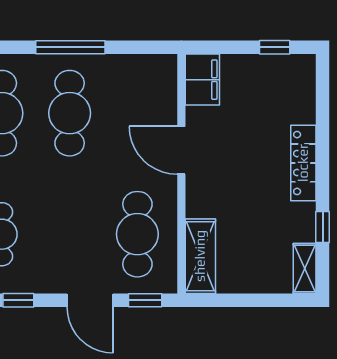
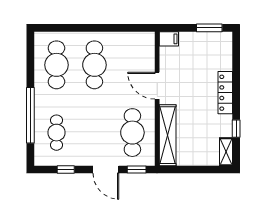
window: (70, 47) -> (95, 28), removed
window: (275, 47) -> (209, 28), width x1.50
filing cabinet: (202, 80) -> (169, 39), width x0.50
shelving: (200, 256) -> (168, 135), width x1.47

